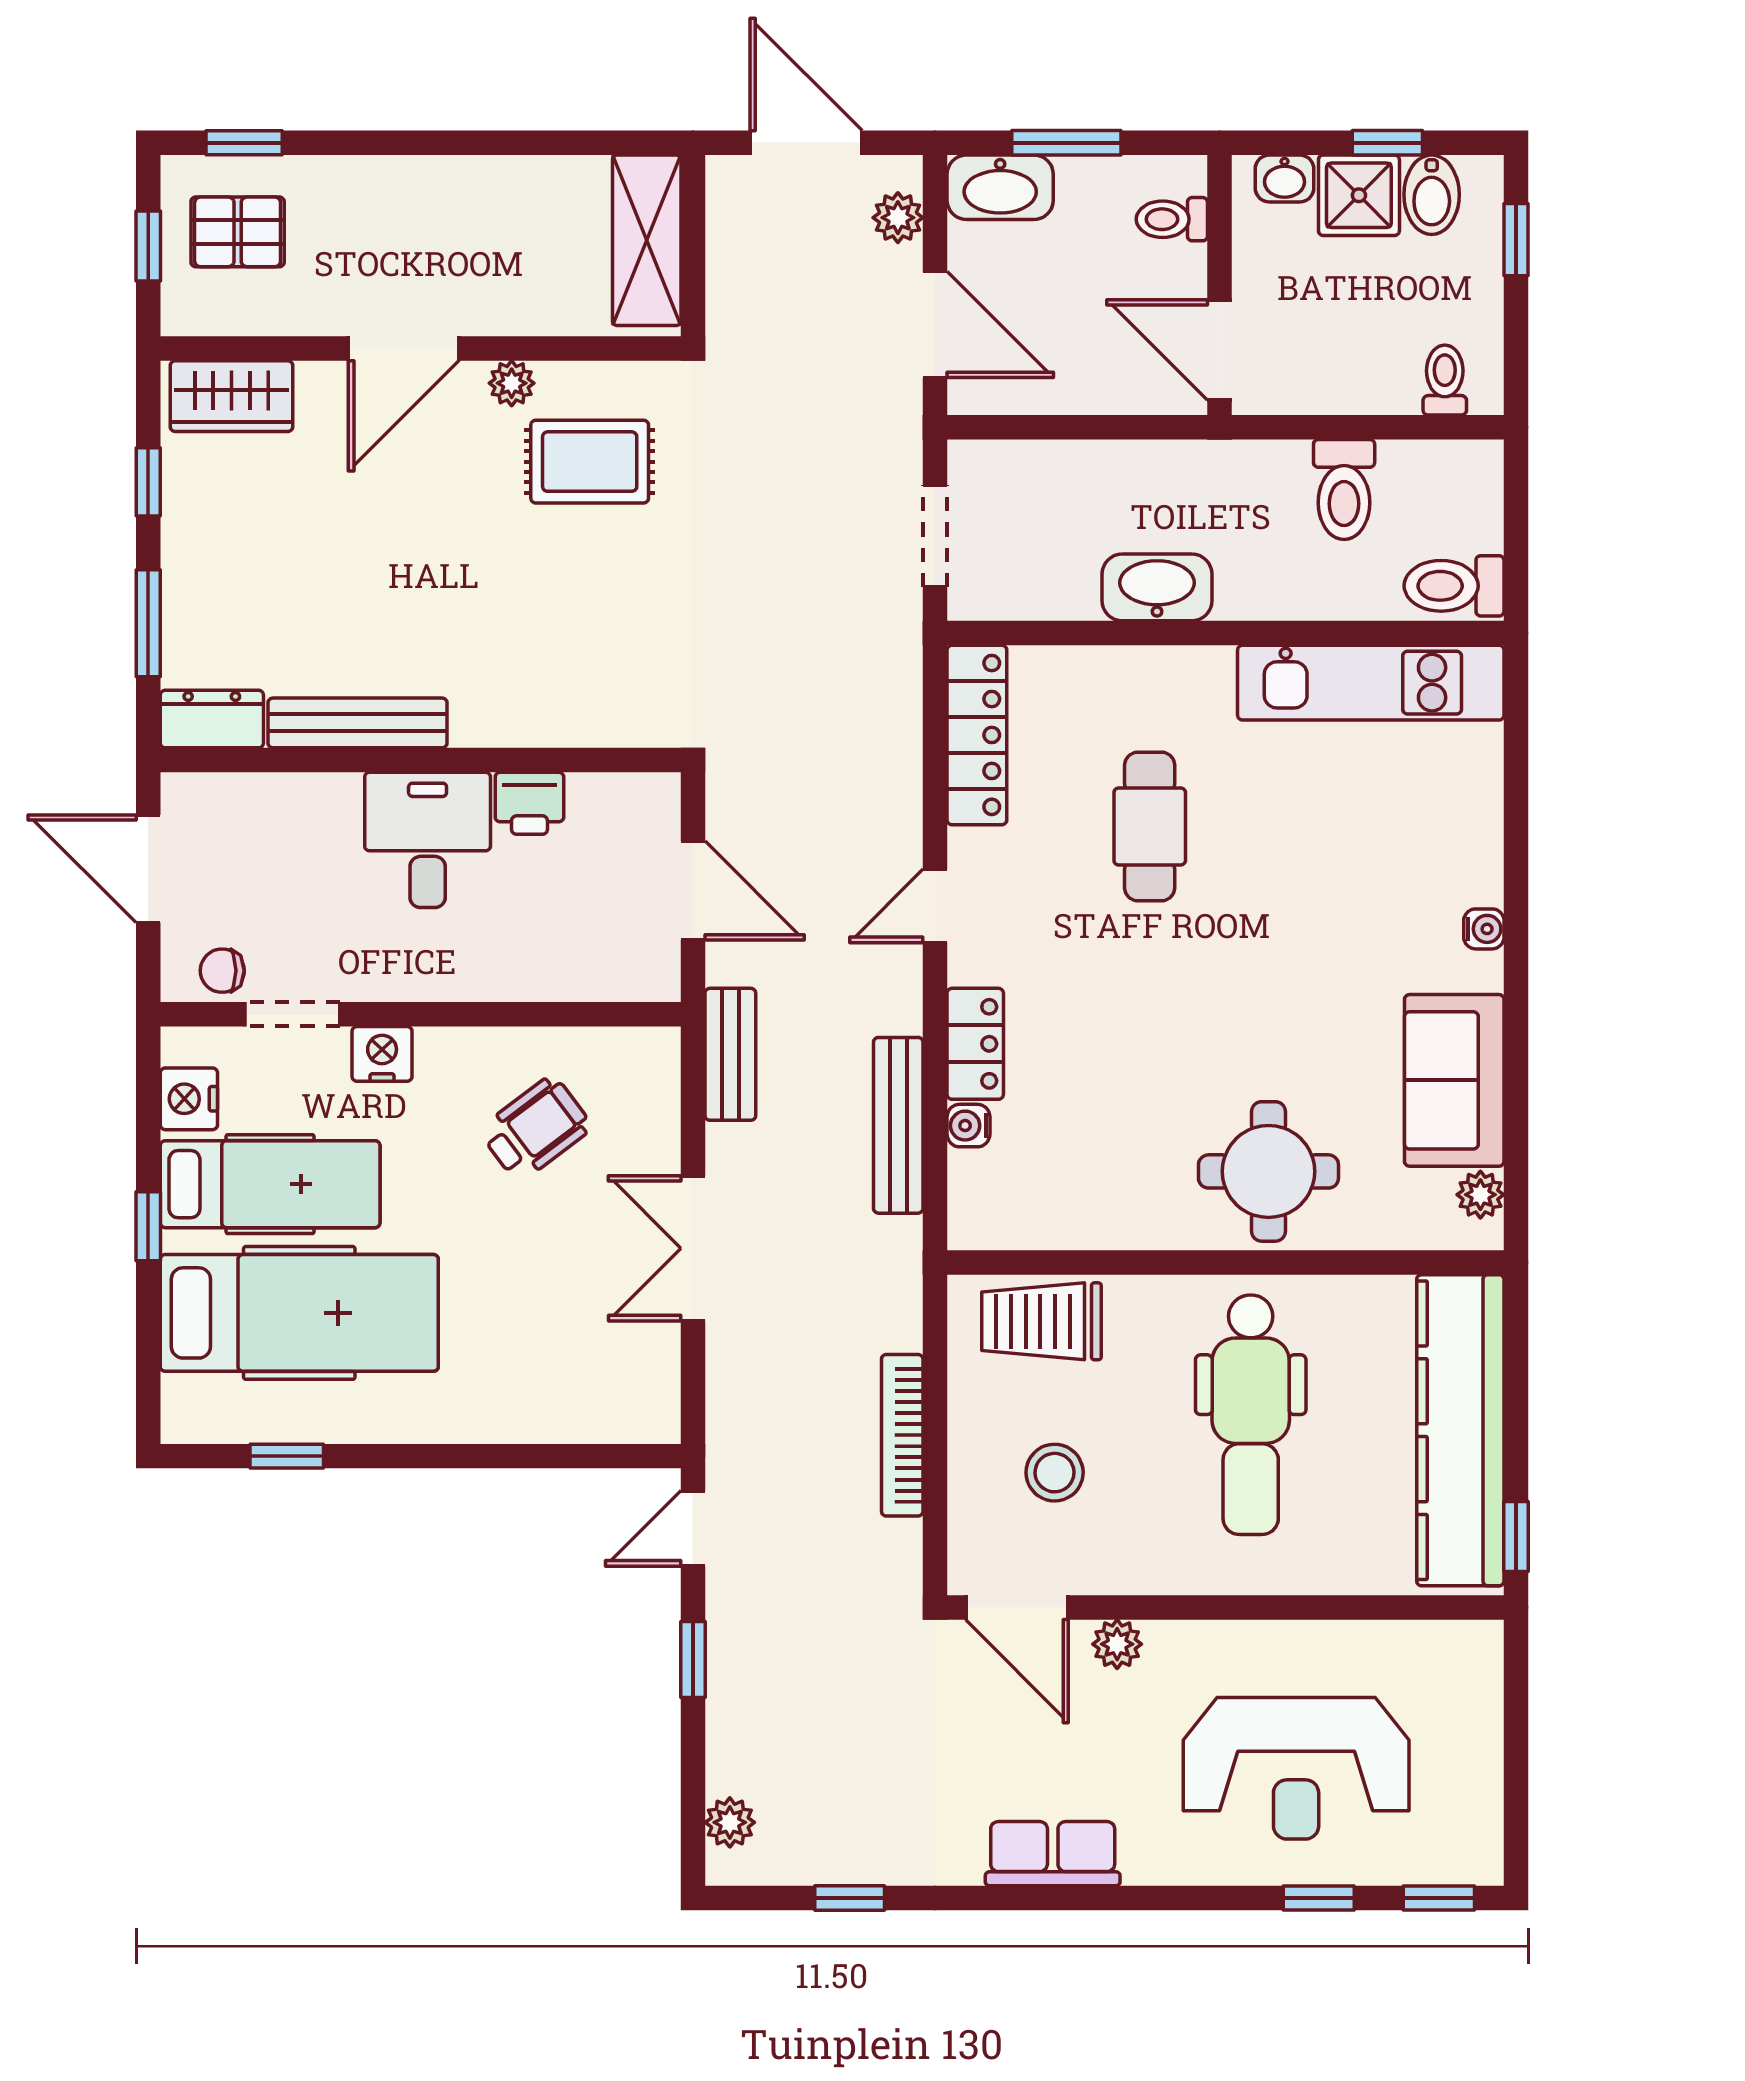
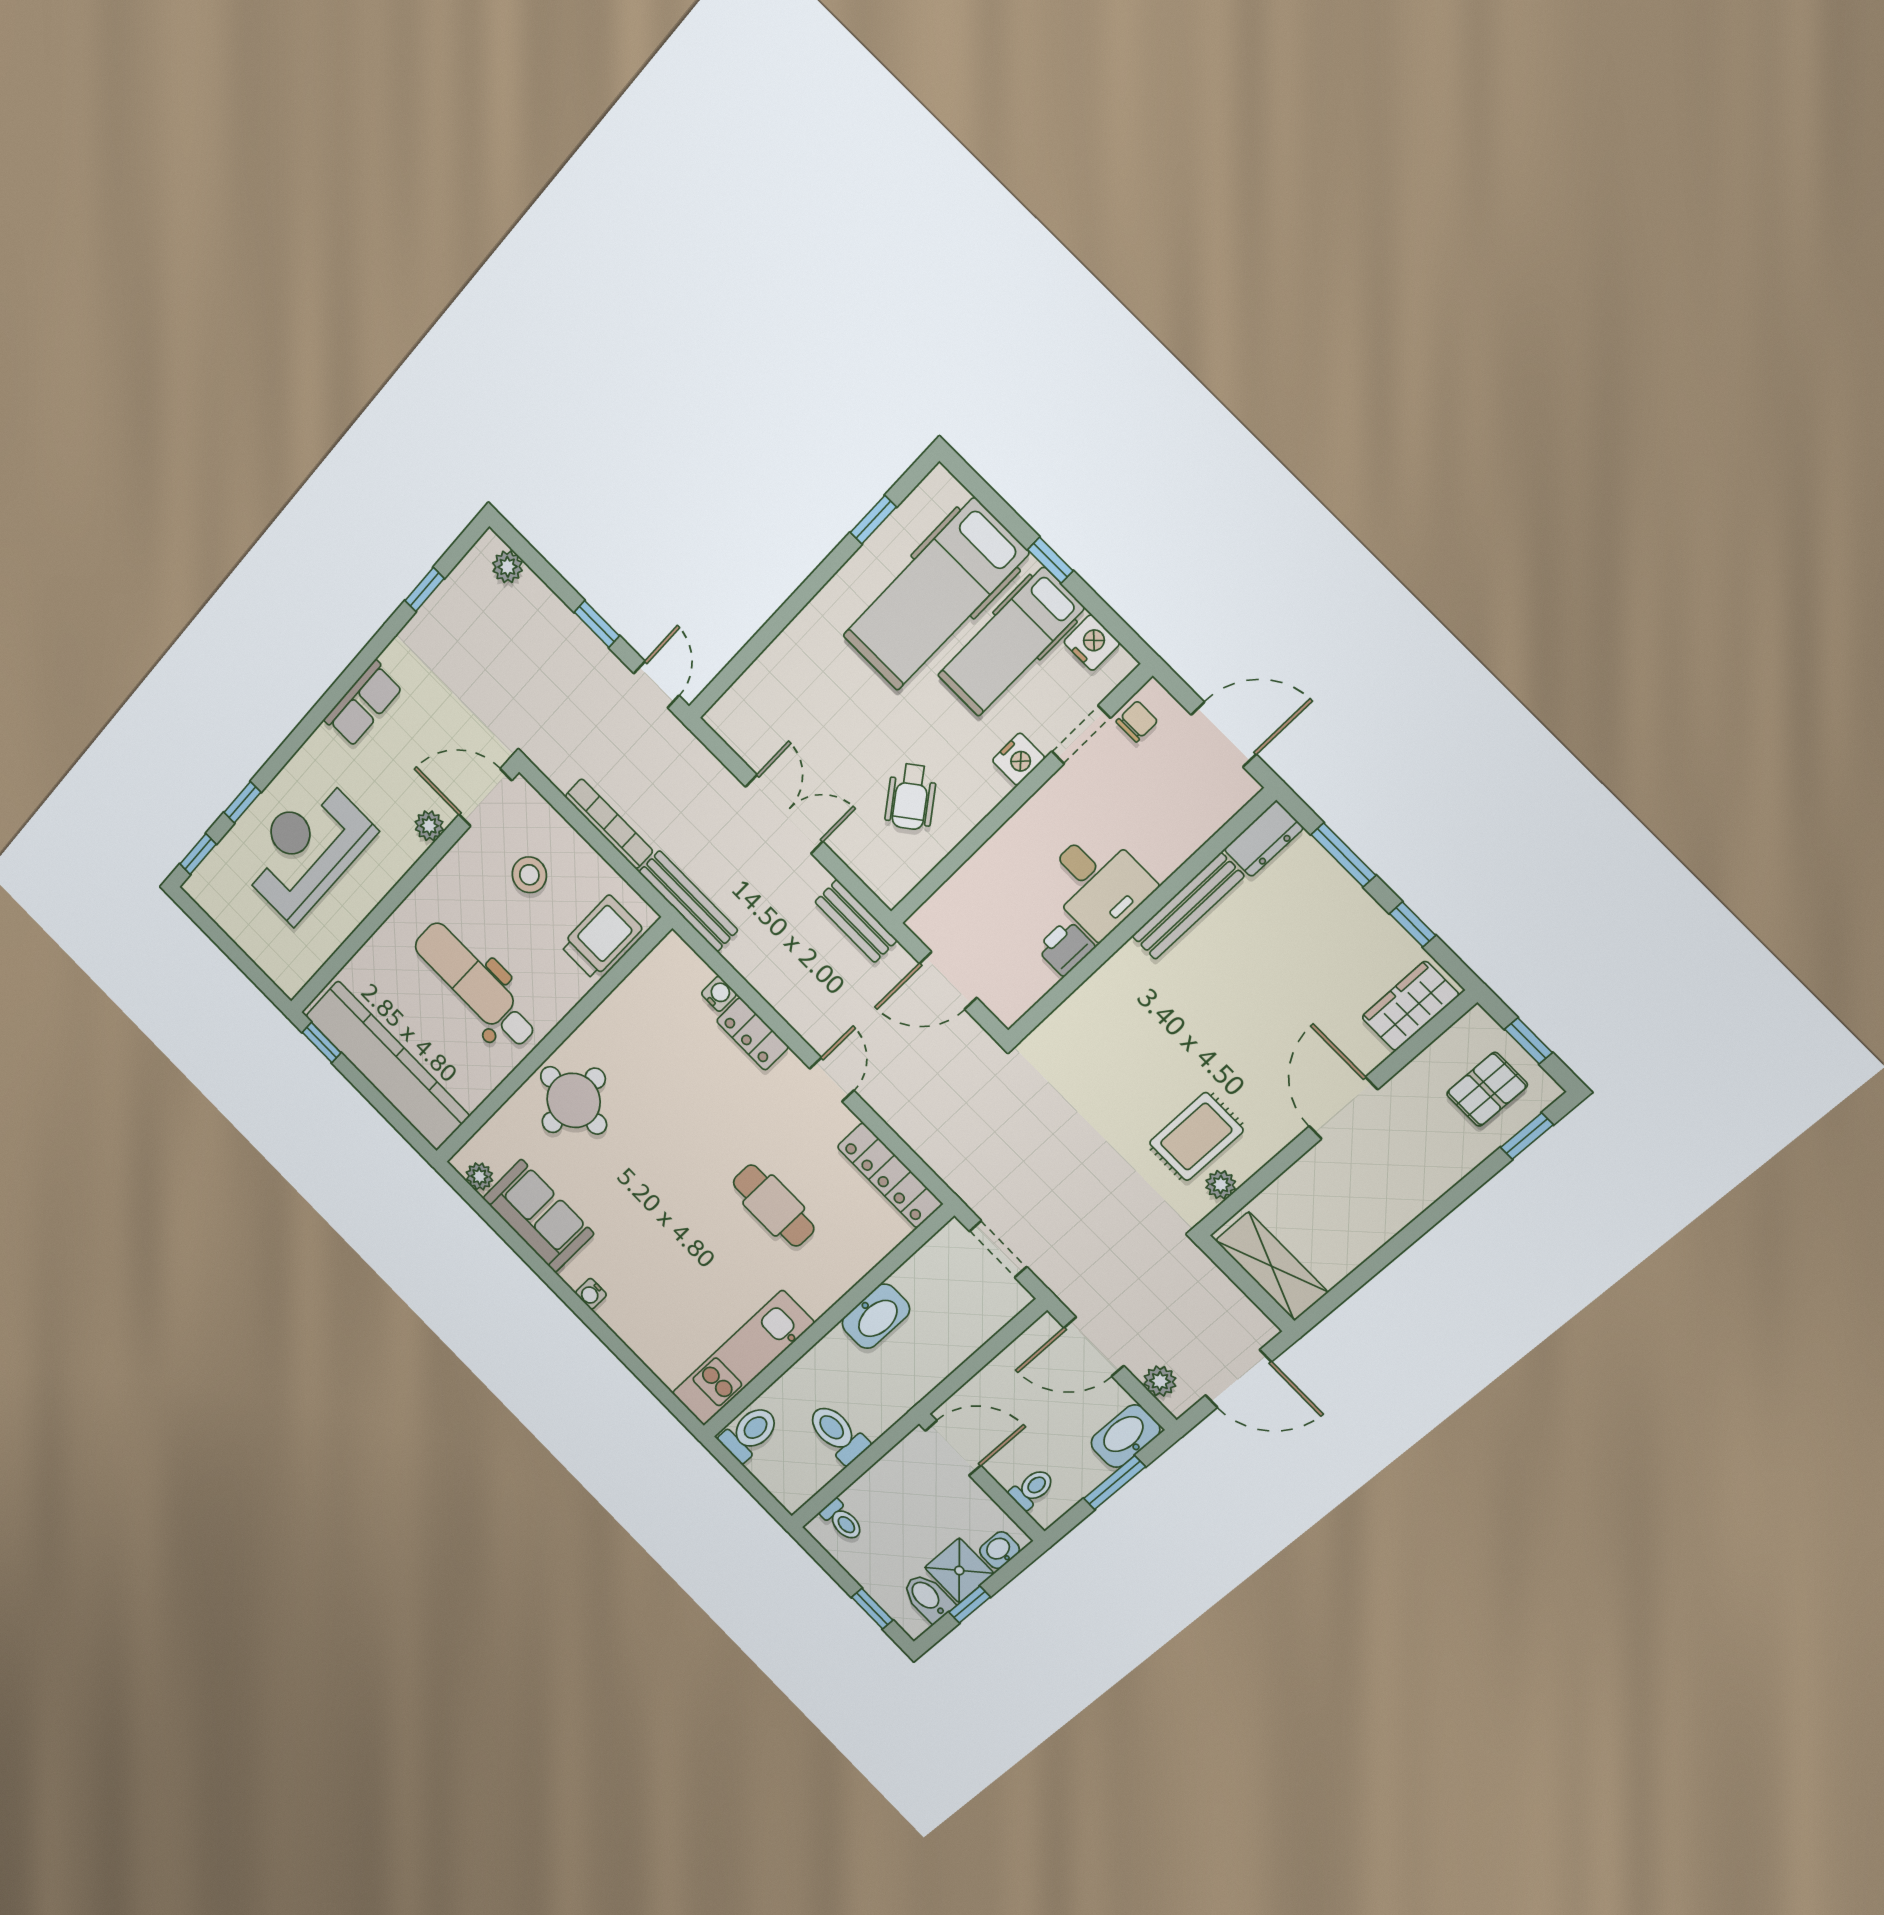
plant: (512, 383) -> (1221, 1185), moved
bench: (898, 1125) -> (688, 901), moved

